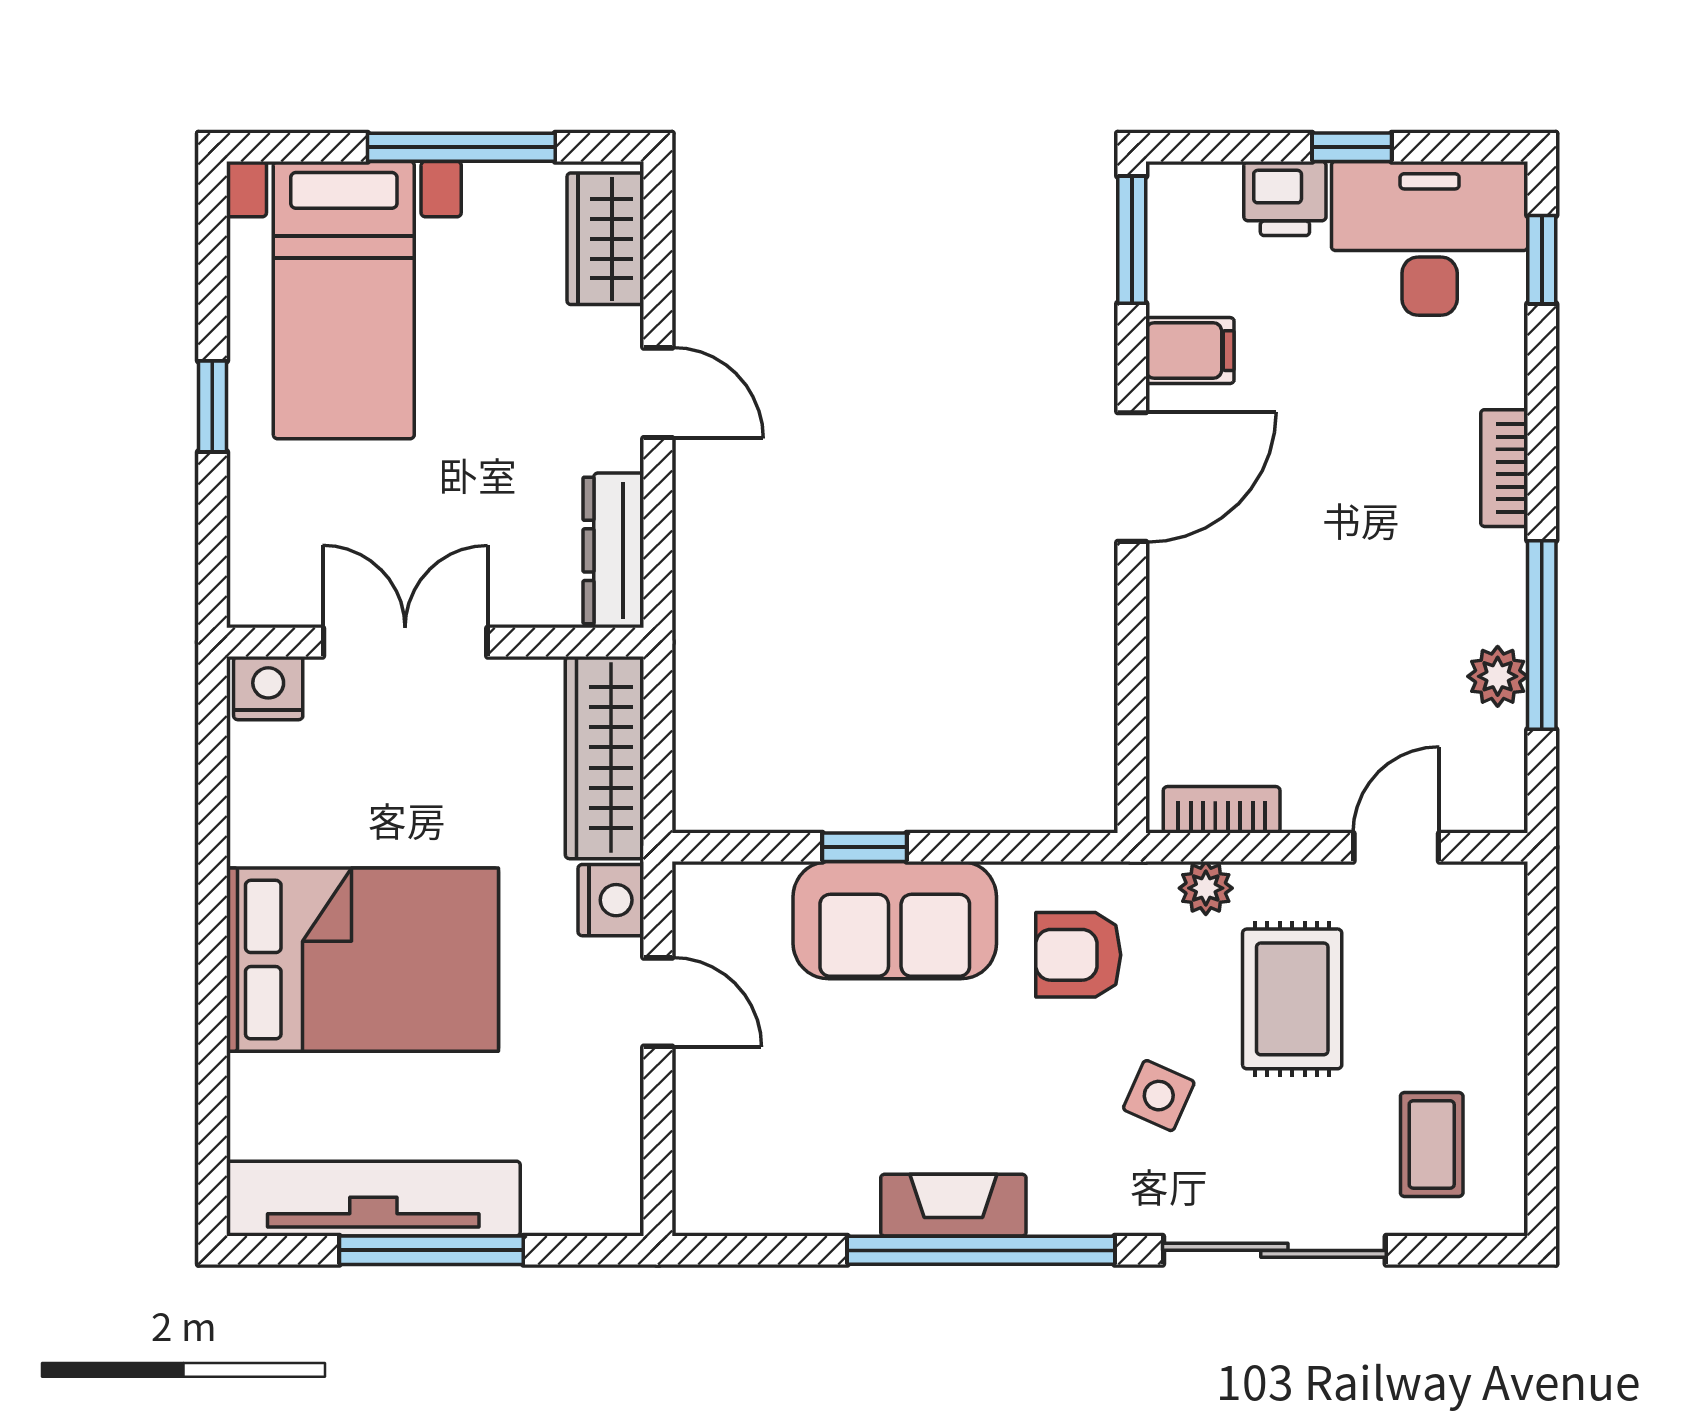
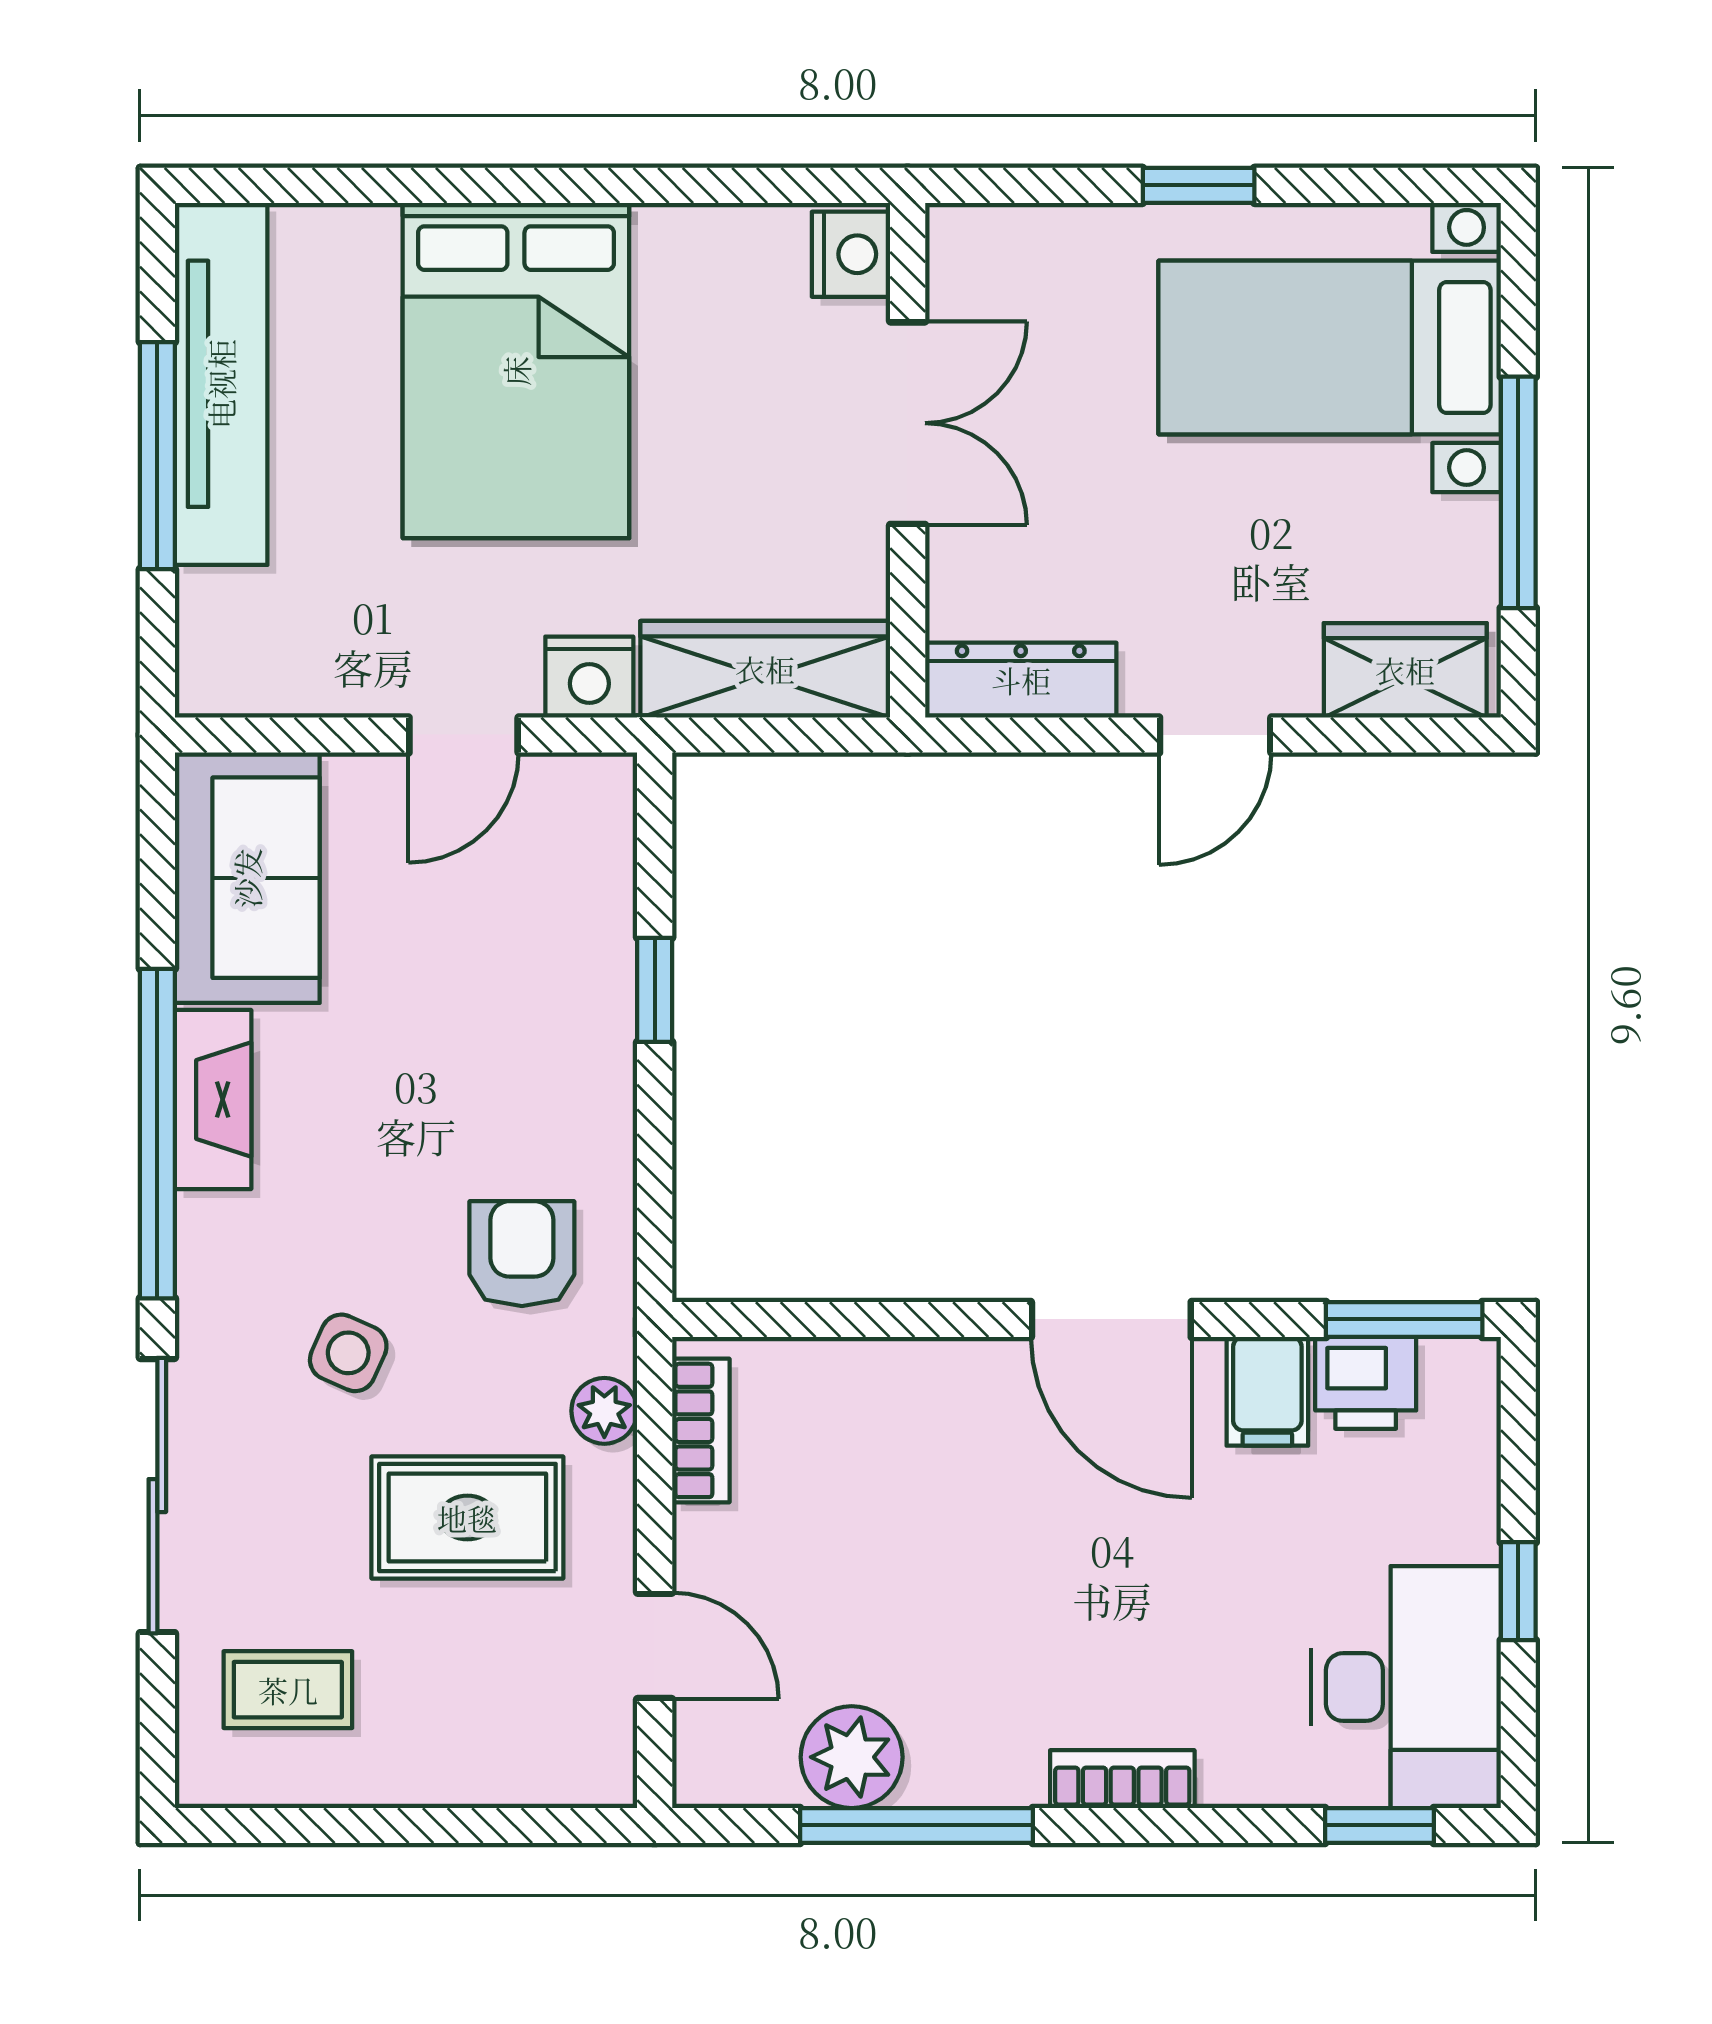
printer: (1285, 199) -> (1366, 1383), moved, turned -90
plant: (1498, 676) -> (852, 1757), width x1.38, depth x1.38
sofa: (895, 920) -> (247, 878), moved, turned 180

